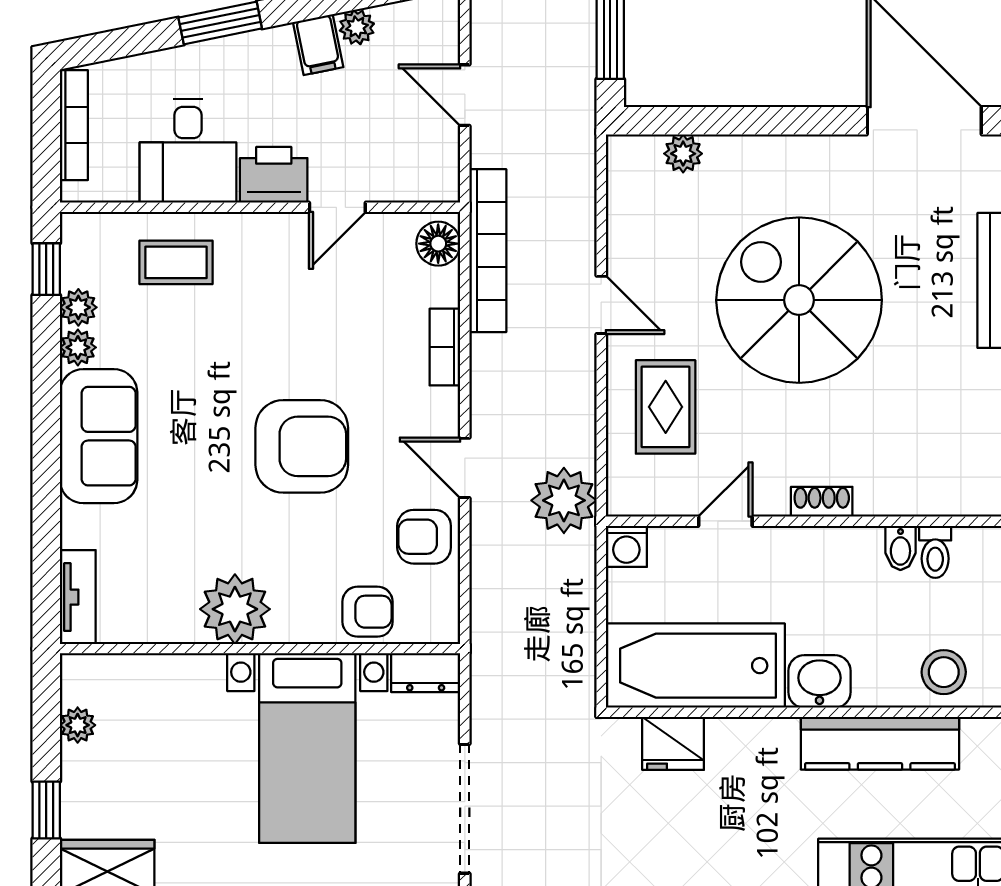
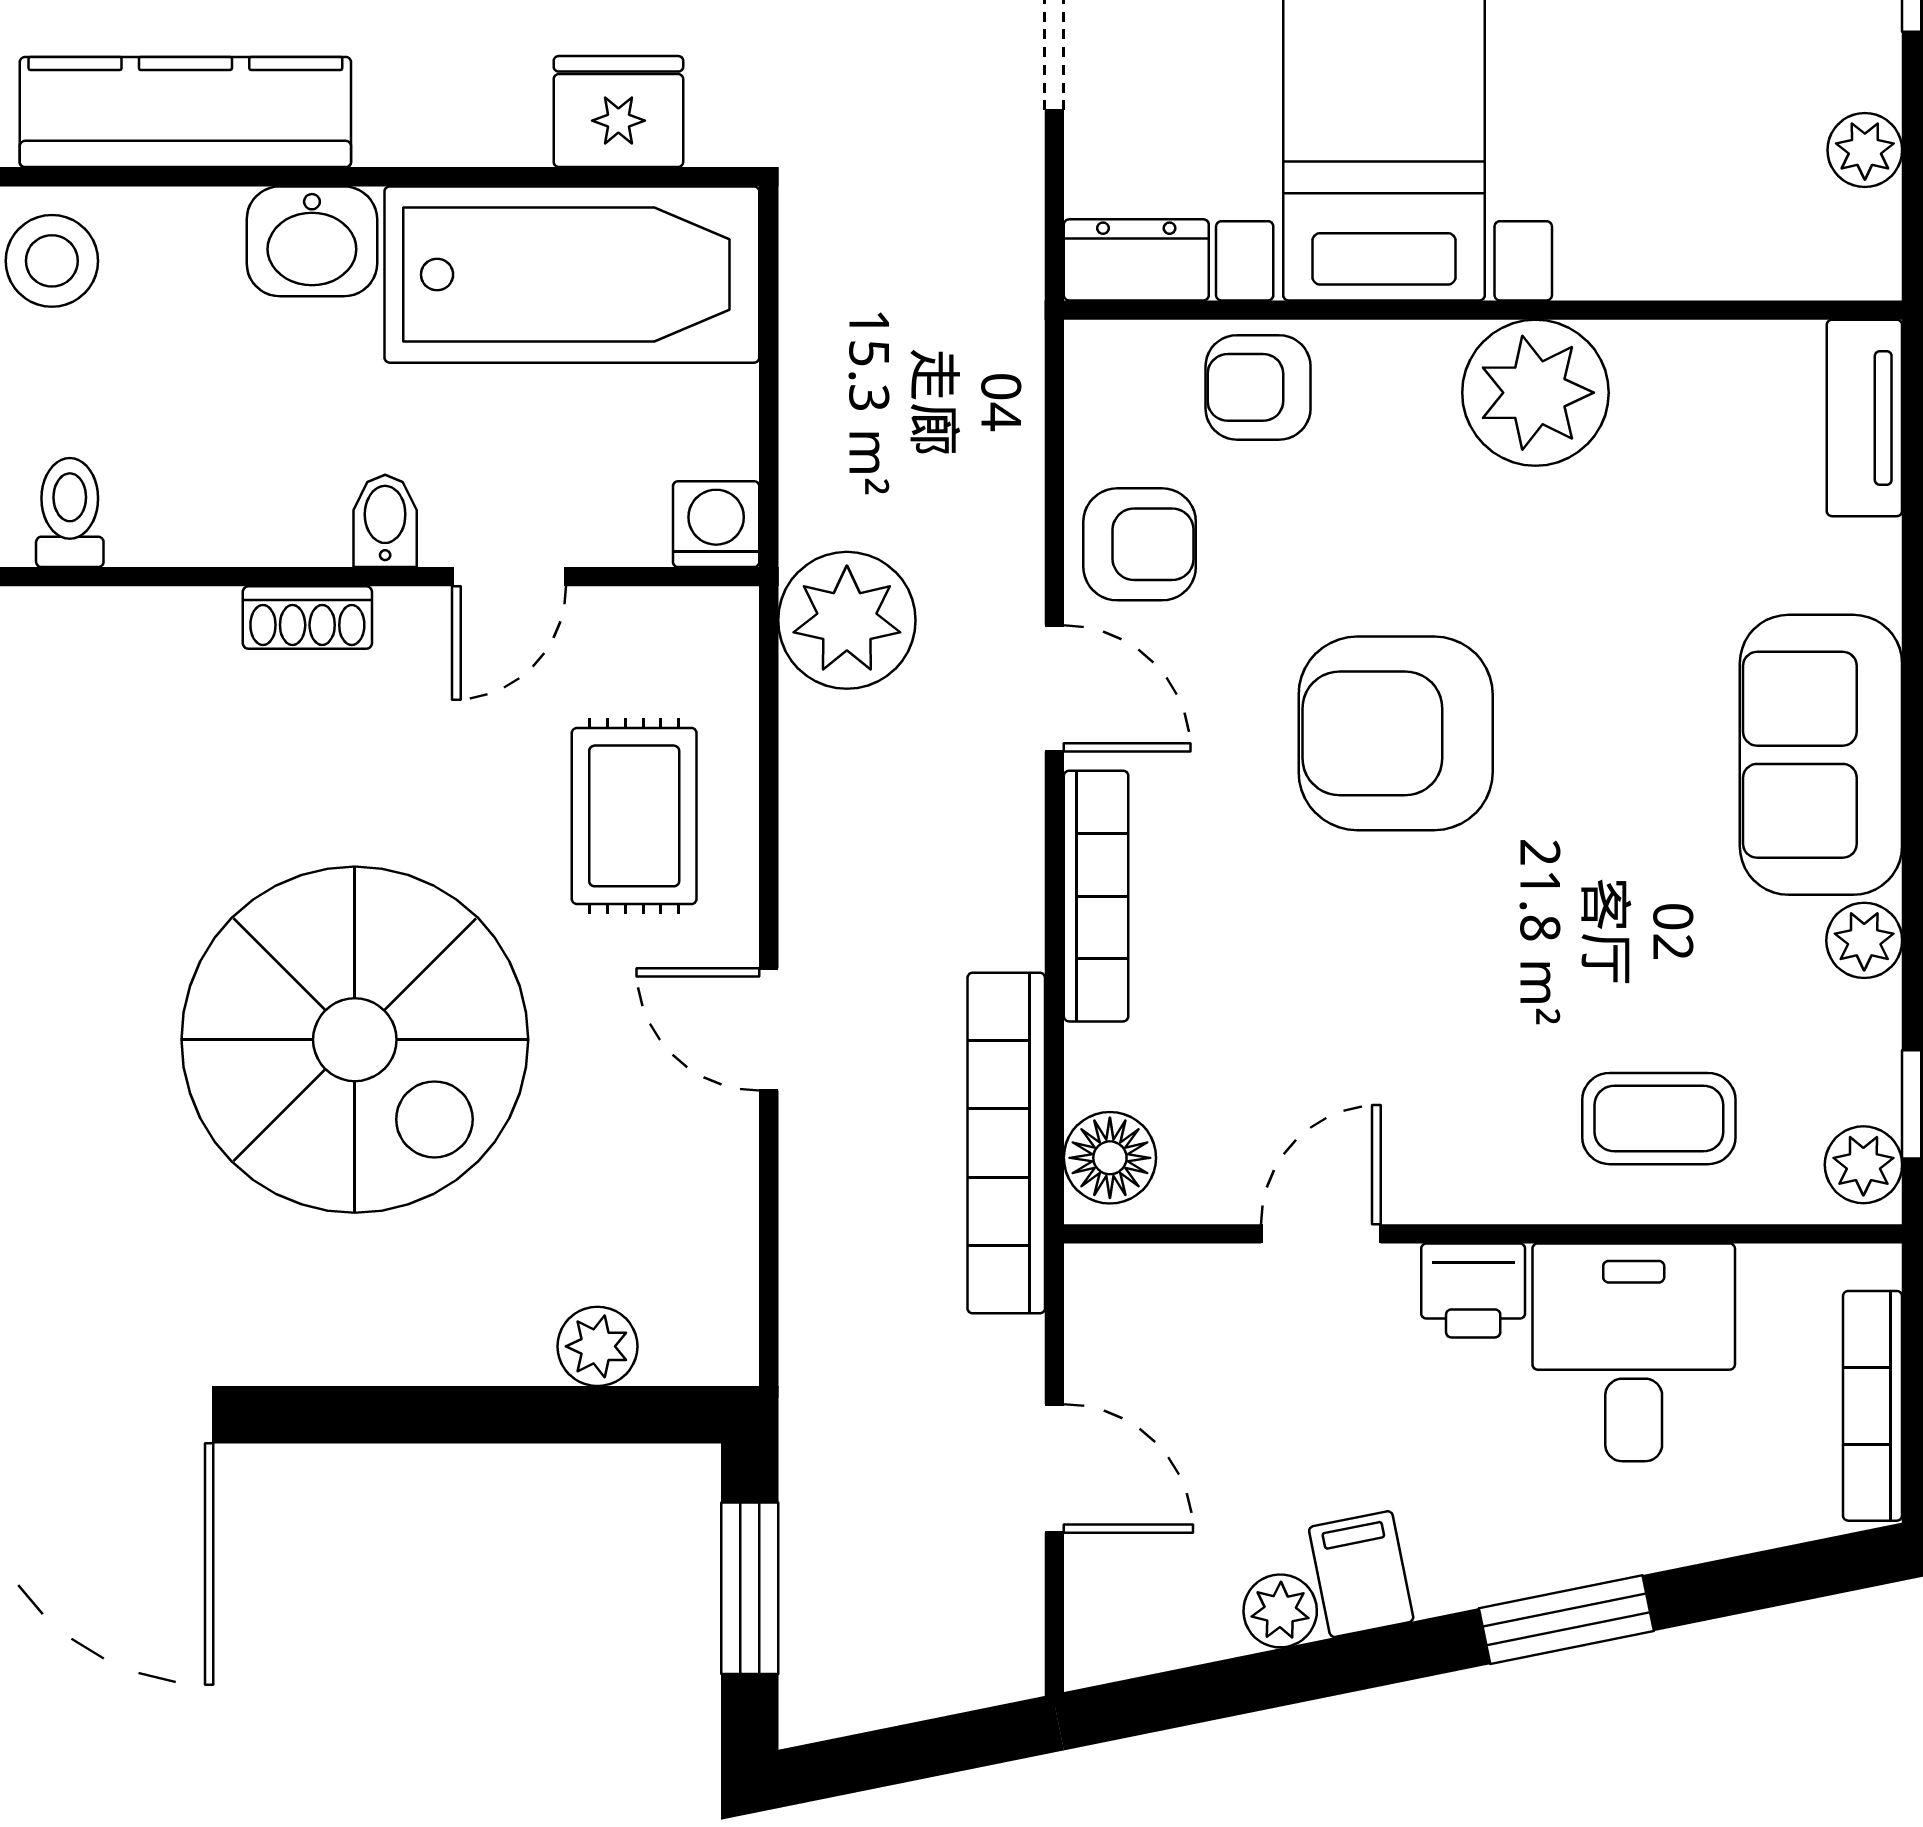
printer: (274, 175) -> (1473, 1290), width x0.73, depth x0.81
plant: (78, 307) -> (1863, 1165), moved
bookcase: (445, 347) -> (1096, 896), width x1.56
bidet: (900, 548) -> (385, 521), moved

